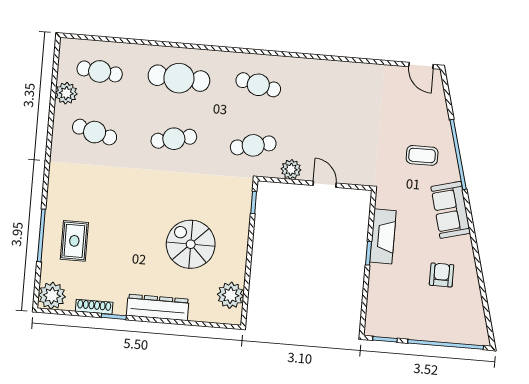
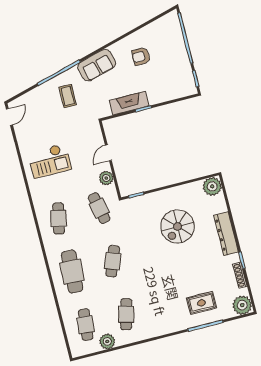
checkout: (342, 100) -> (50, 161), added
cafe table: (174, 139) -> (113, 261), turned 33
plant: (230, 295) -> (212, 186), moved

